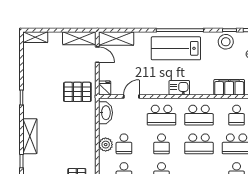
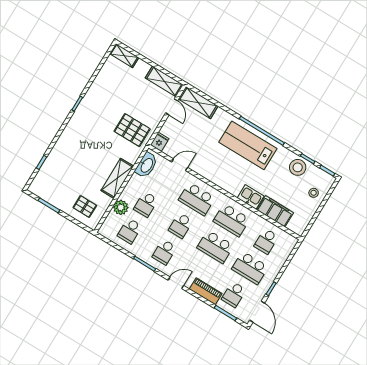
kitchen sink: (179, 88) -> (251, 197), moved
shelving: (30, 136) -> (117, 178), moved
plant: (106, 145) -> (121, 207), moved

